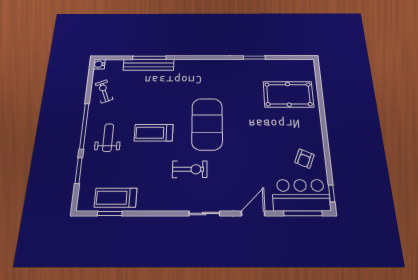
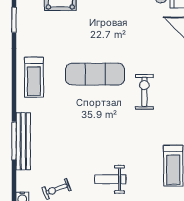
exercise mat: (207, 124) -> (95, 74), width x0.68
treadmill: (154, 133) -> (34, 77), moved

